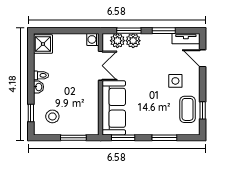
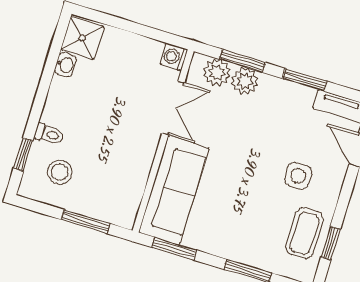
toilet: (41, 75) -> (49, 134), moved
washbasin: (38, 87) -> (65, 65), moved

